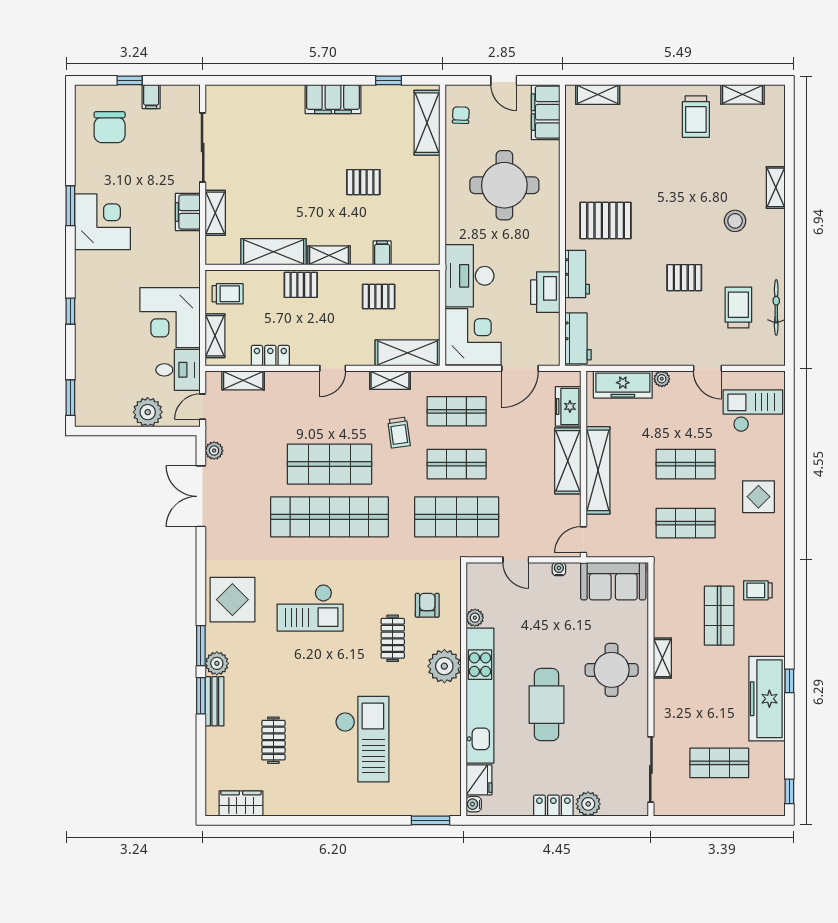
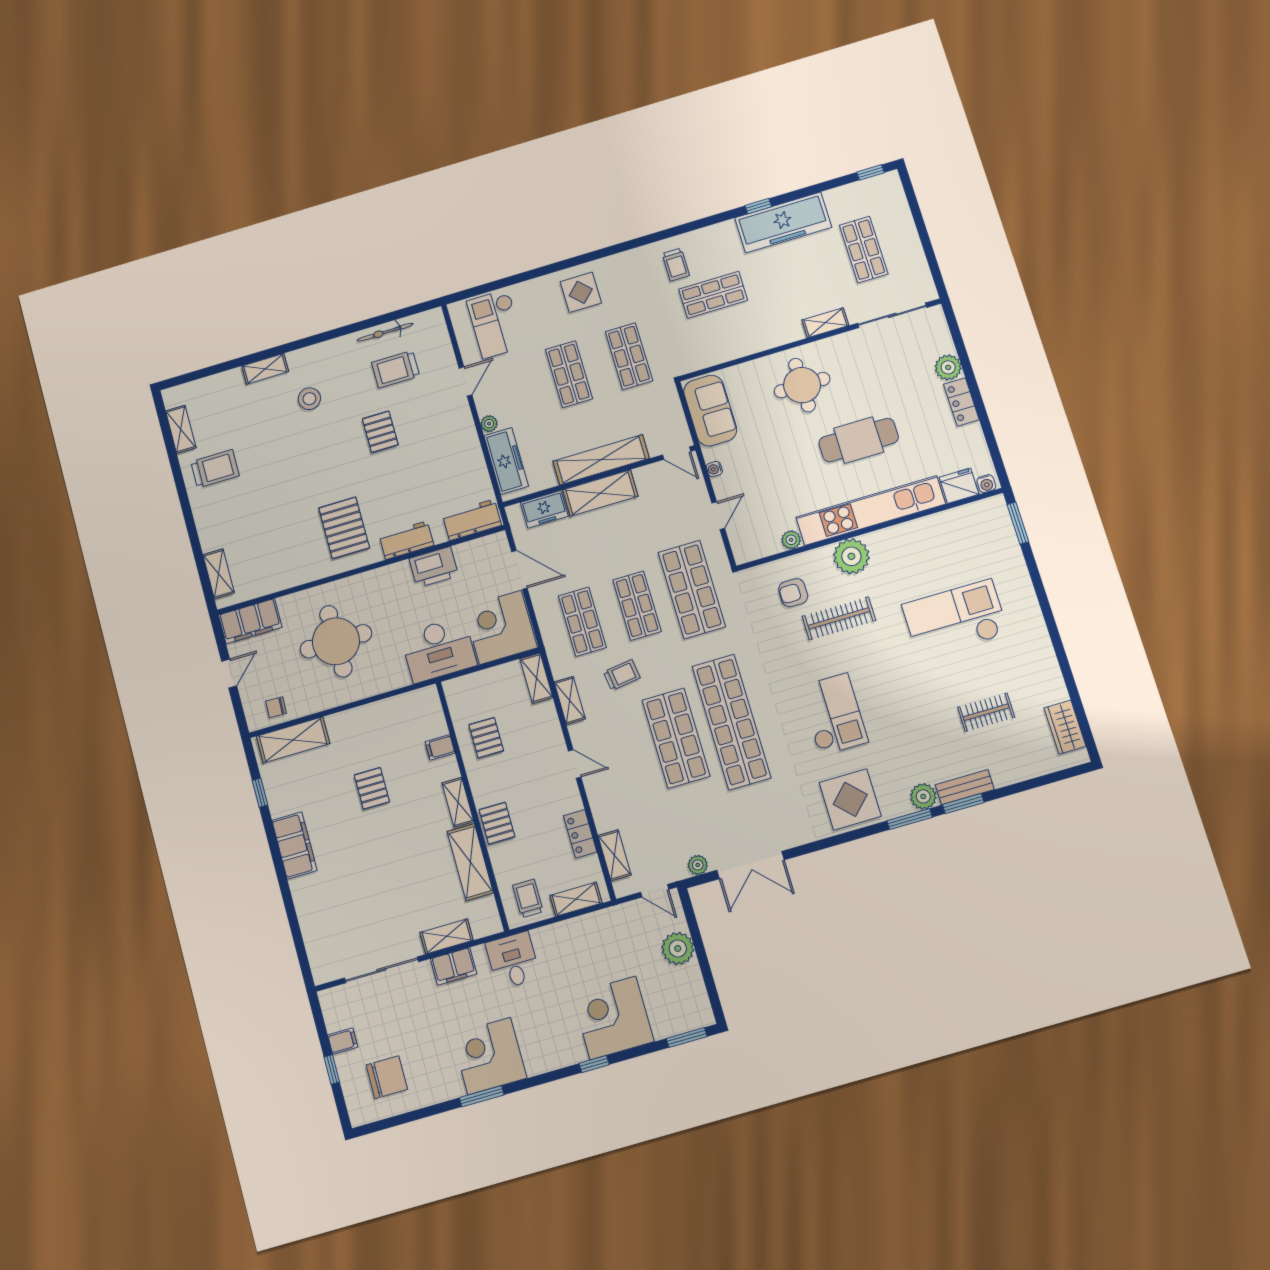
corner desk: (170, 318) -> (613, 1018), moved, turned 180
shelving: (408, 353) -> (536, 678), width x0.67, depth x0.75
desk: (178, 370) -> (513, 961), moved
clothes rail: (393, 638) -> (839, 618), width x1.36
shelving: (662, 658) -> (825, 323), moved

